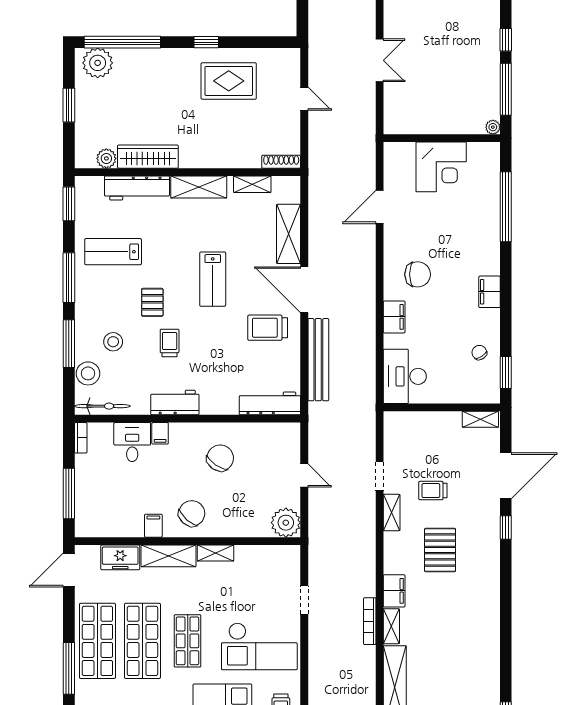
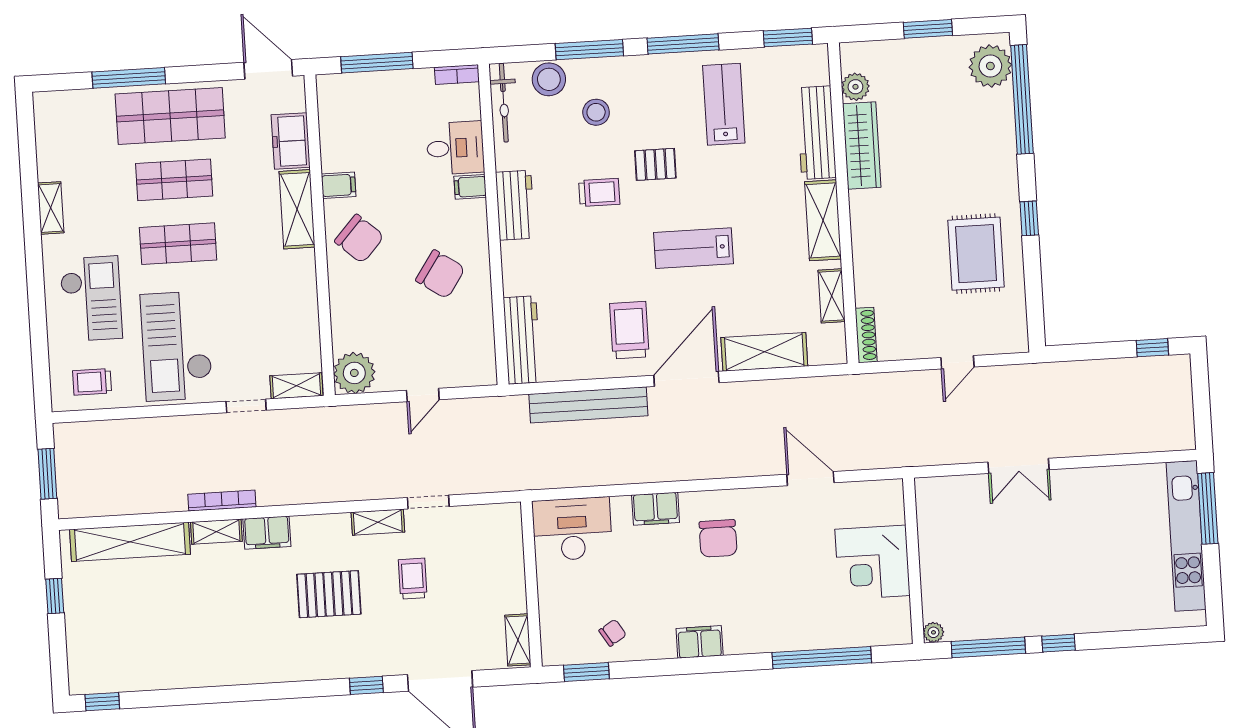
shelving: (216, 553) -> (296, 386), moved, turned 90
shop shelf: (142, 641) -> (174, 180), width x0.70, depth x0.74

